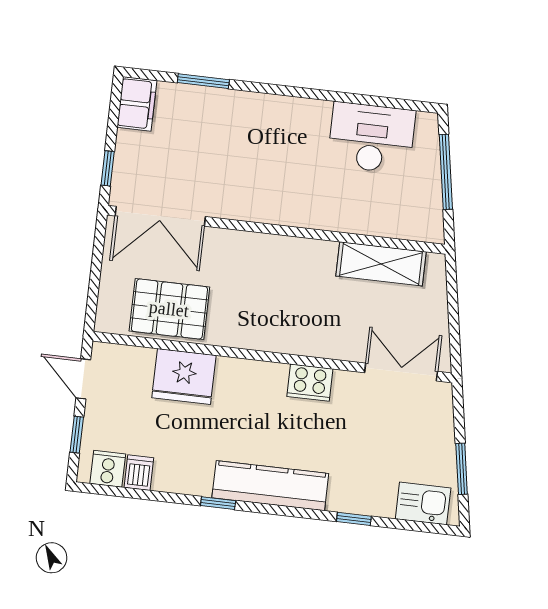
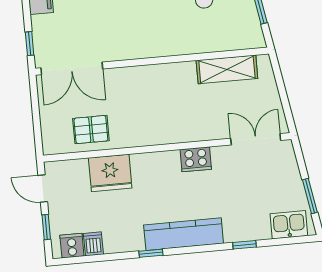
pallet: (169, 309) -> (91, 130), width x0.67, depth x0.71

